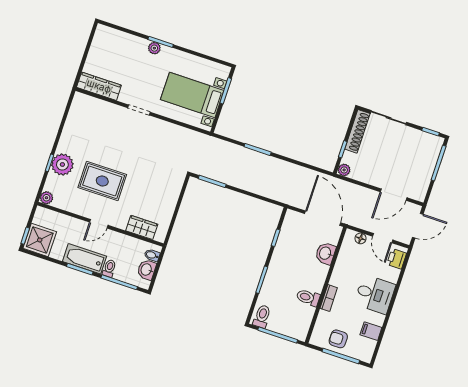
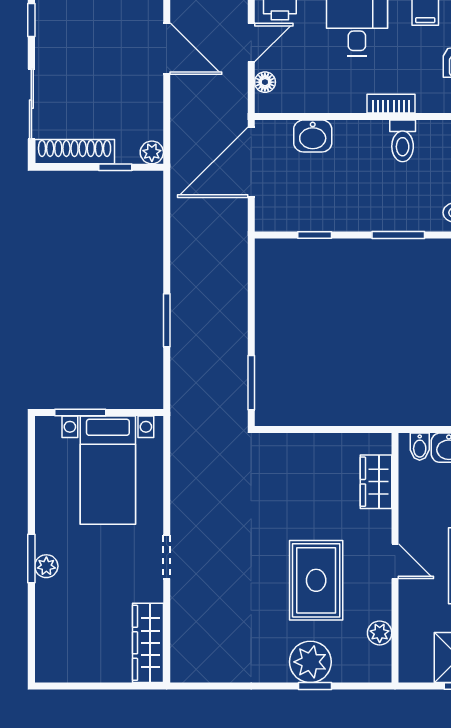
plant: (46, 198) -> (380, 633), moved

